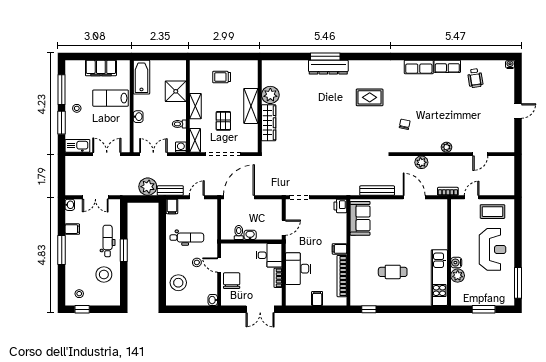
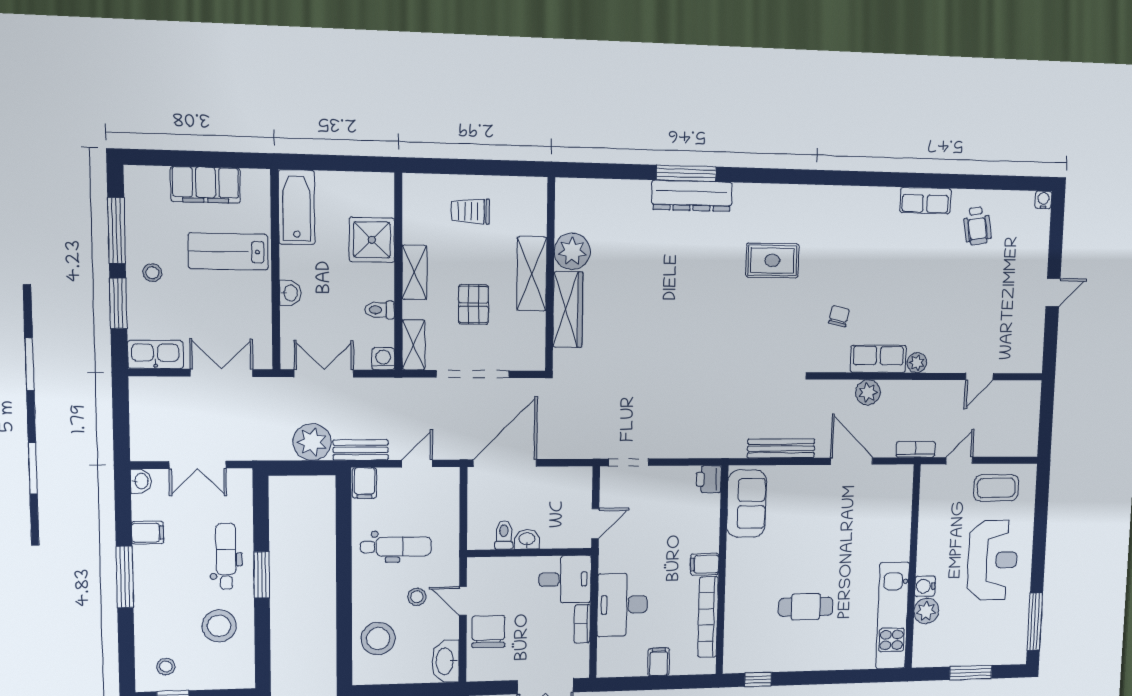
row of seats: (419, 67) -> (878, 359), moved, turned 180
washbasin: (213, 300) -> (445, 661), width x1.91, depth x1.45

